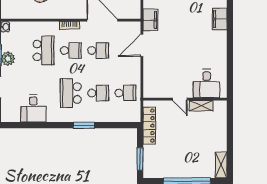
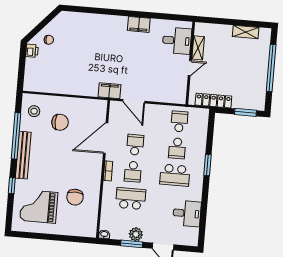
filing cabinet: (220, 19) -> (139, 24), moved
school desk: (71, 50) -> (133, 172), turned 180
school desk: (98, 93) -> (177, 148), turned 180
shelving: (221, 165) -> (246, 32), moved

